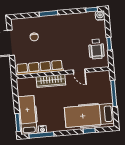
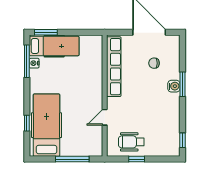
water cooler: (100, 16) -> (174, 86), moved
wardrobe: (51, 81) -> (96, 80), removed

